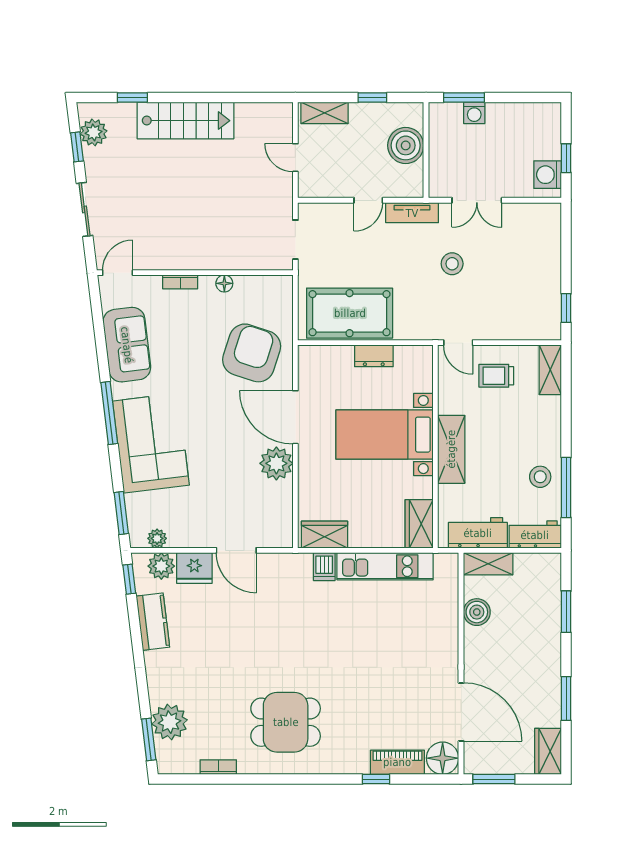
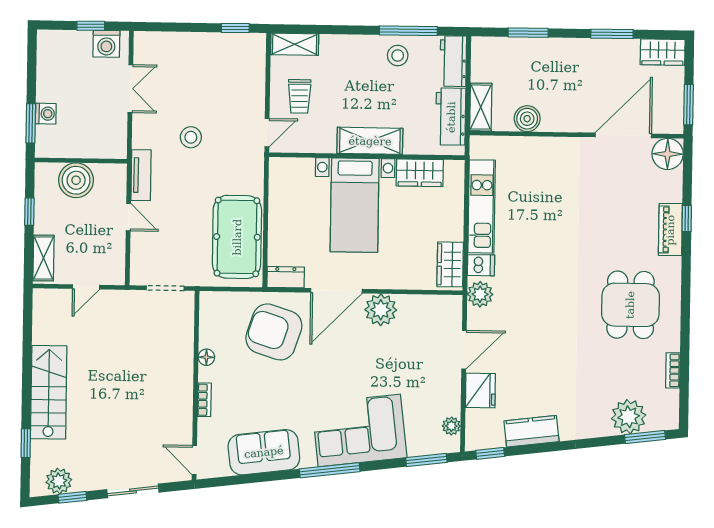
double door: (477, 200) -> (130, 89), moved
dresser: (374, 356) -> (286, 277), moved, turned -90
wardrobe: (419, 524) -> (420, 173), moved
plant: (161, 566) -> (480, 294), moved
piano: (397, 762) -> (670, 230), moved

